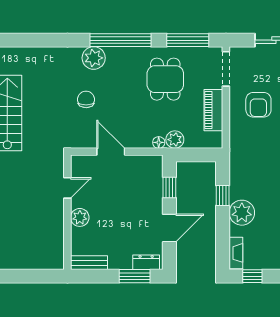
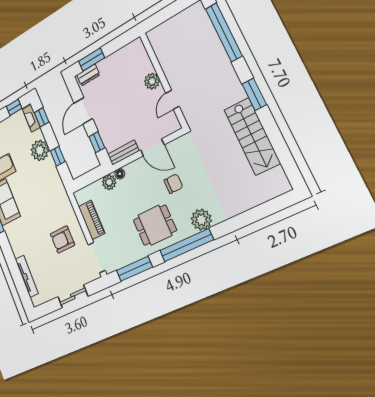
dining table: (165, 79) -> (155, 225), moved, turned 90
chair: (86, 99) -> (173, 184), moved, turned -90
armchair: (258, 105) -> (62, 240), turned -90
window: (223, 247) -> (42, 117), added
bench: (89, 263) -> (123, 153), moved

